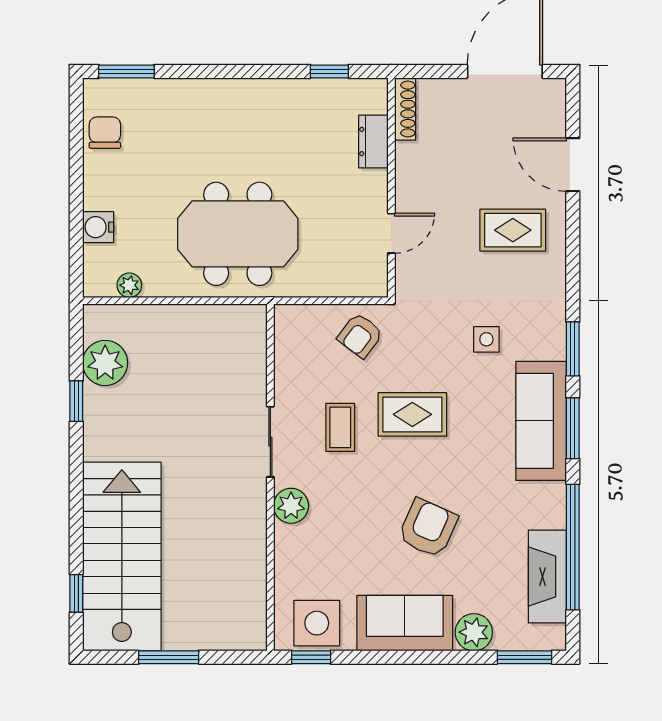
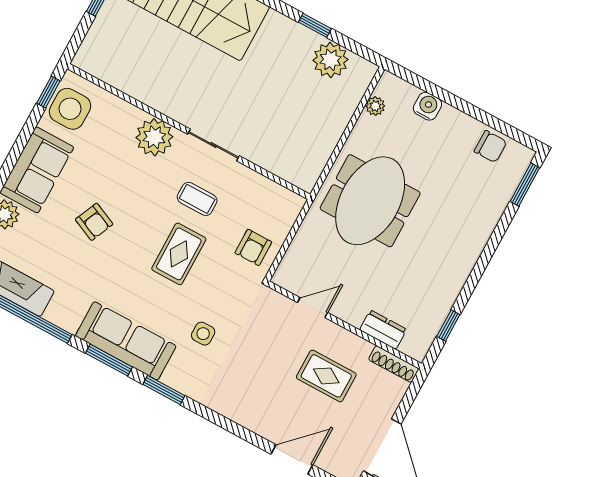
rug: (513, 230) -> (326, 376), moved, turned 90
door: (391, 233) -> (313, 308), swing flipped
armchair: (360, 336) -> (253, 247), turned -127
plant: (291, 506) -> (154, 137), width x1.36, depth x1.36
armchair: (428, 528) -> (94, 222), width x0.72, depth x0.72

